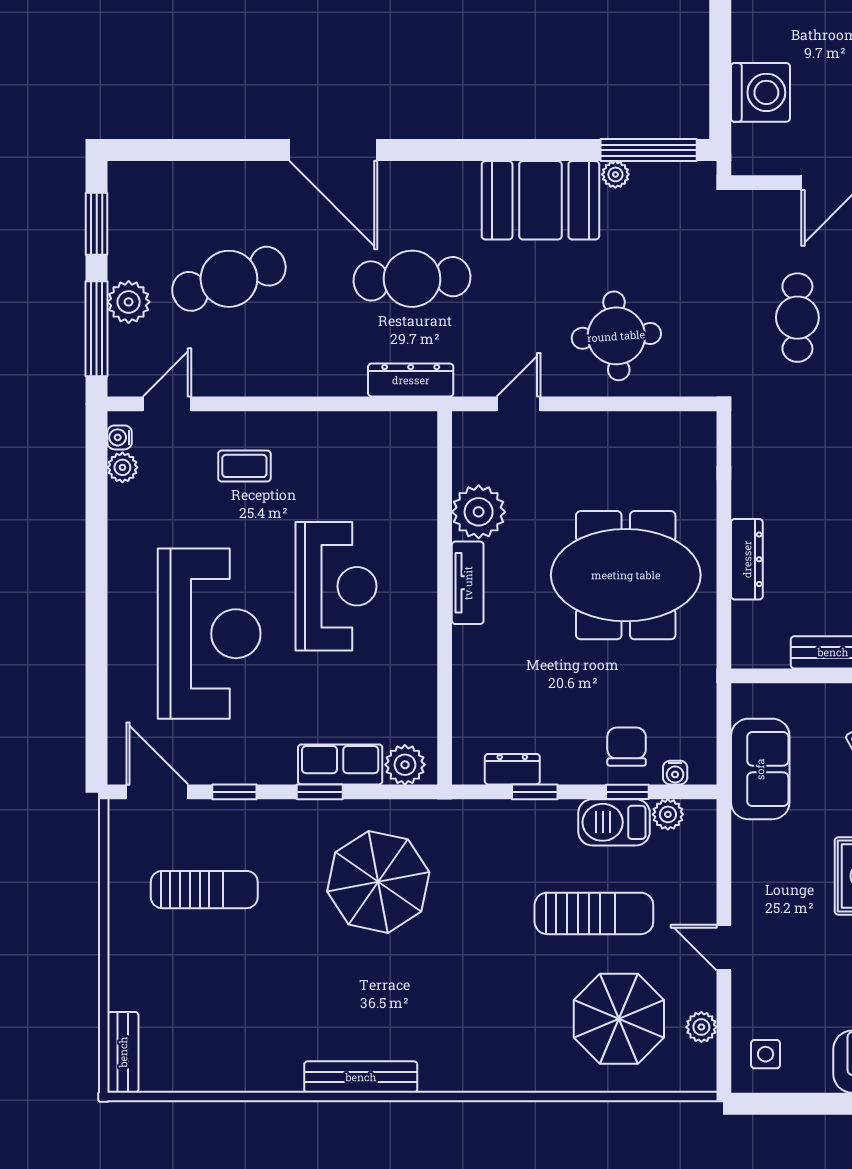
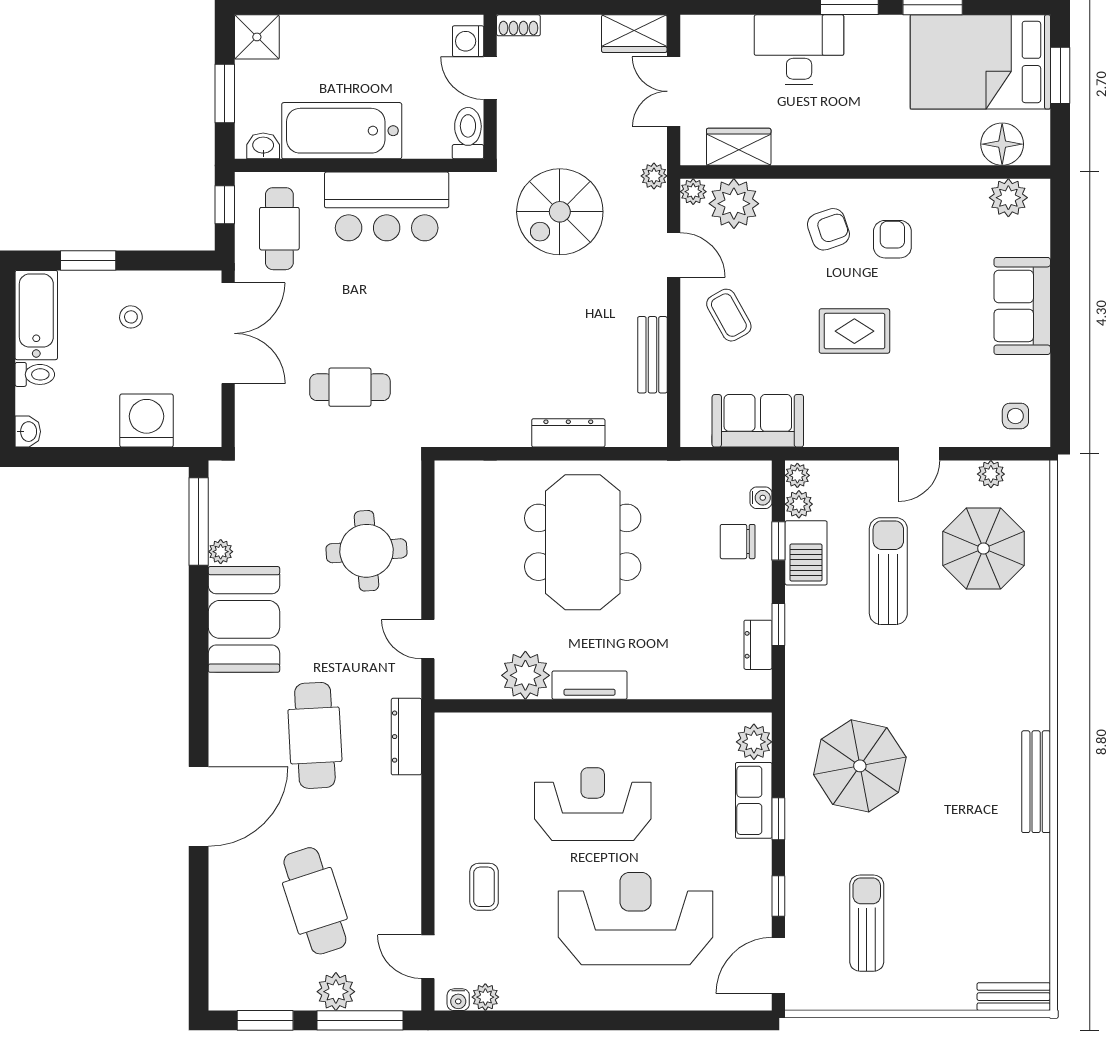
plant: (700, 813) -> (797, 475), added

